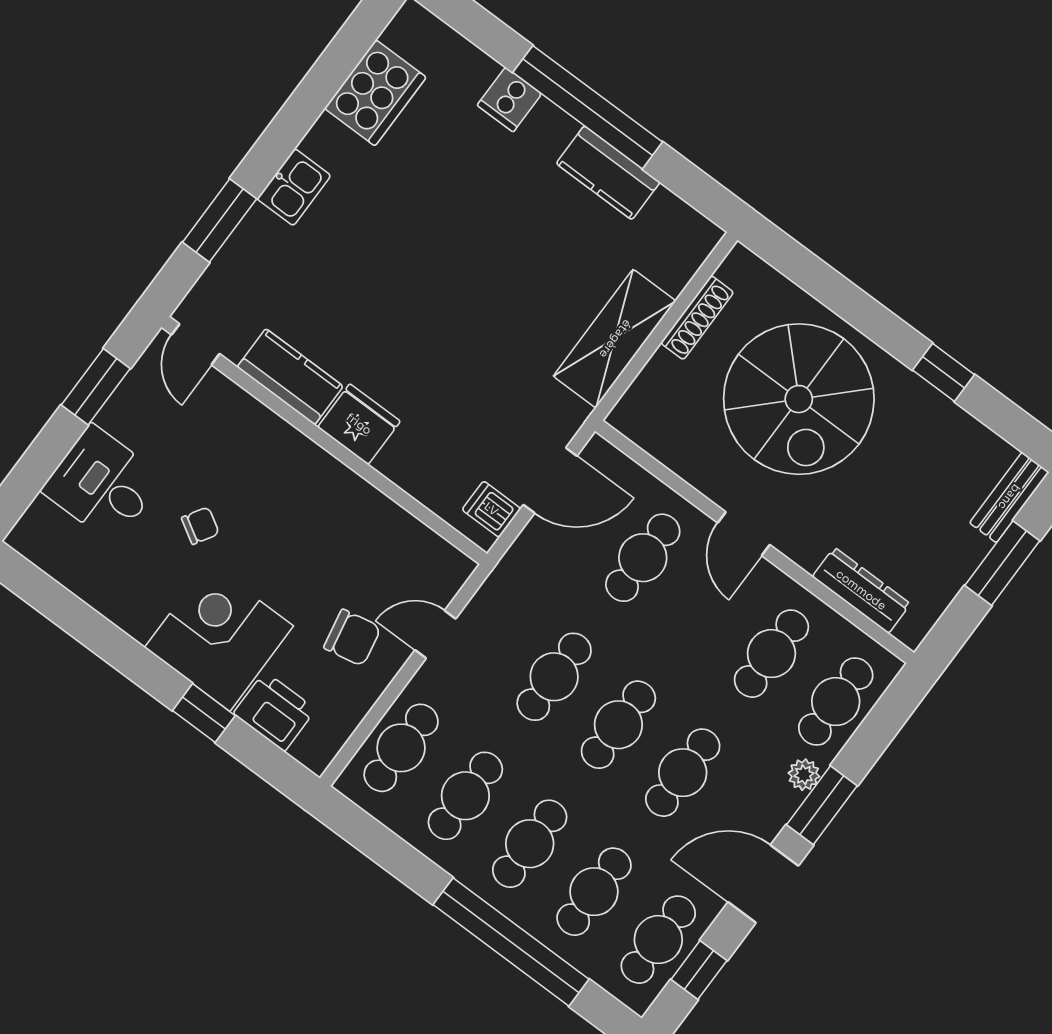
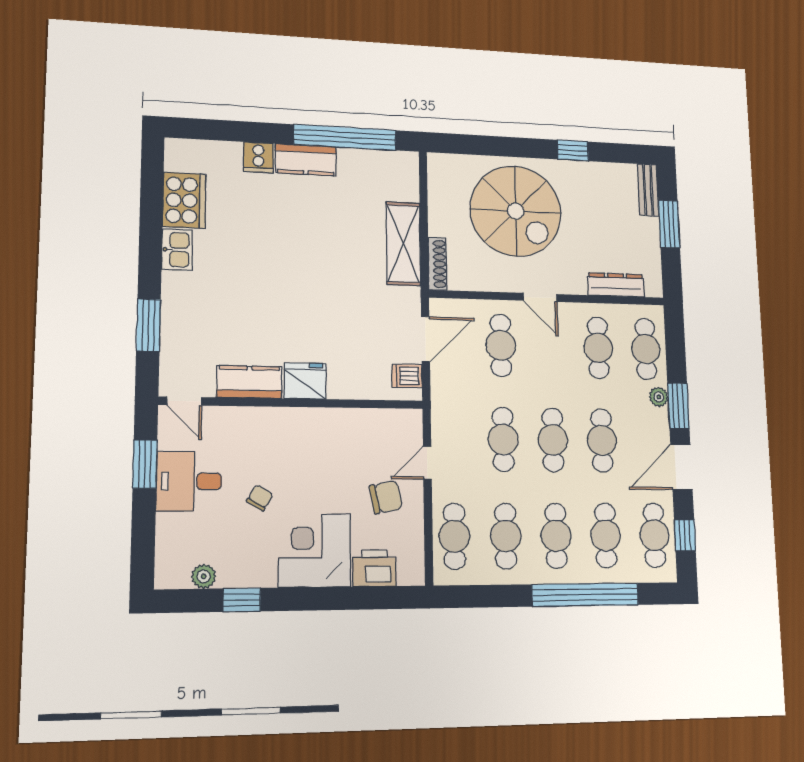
window: (588, 107) -> (345, 137), moved
kitchen counter: (608, 173) -> (306, 160), moved
kitchen sink: (294, 187) -> (177, 250), moved
shoe rack: (697, 318) -> (437, 264), moved
desk: (102, 484) -> (189, 481), moved
plant: (68, 569) -> (204, 576), added
window: (204, 713) -> (242, 600), moved

